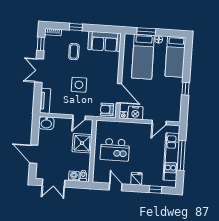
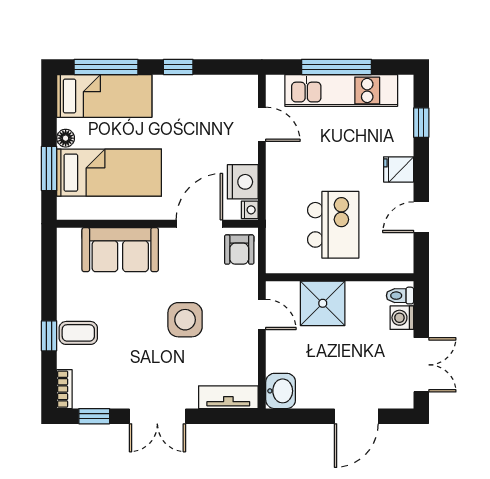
sofa: (105, 41) -> (120, 250), moved, turned 90
coffee table: (74, 52) -> (78, 333), moved
window: (188, 58) -> (106, 67), added

